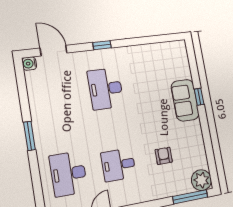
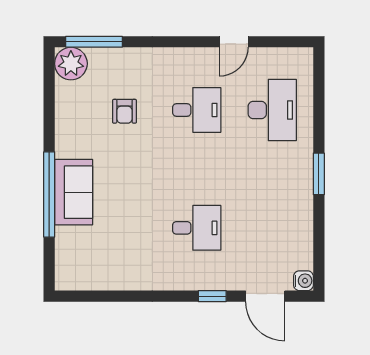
window: (102, 45) -> (212, 296), moved
desk: (106, 89) -> (197, 228), width x0.73
window: (199, 97) -> (49, 194), width x3.17

